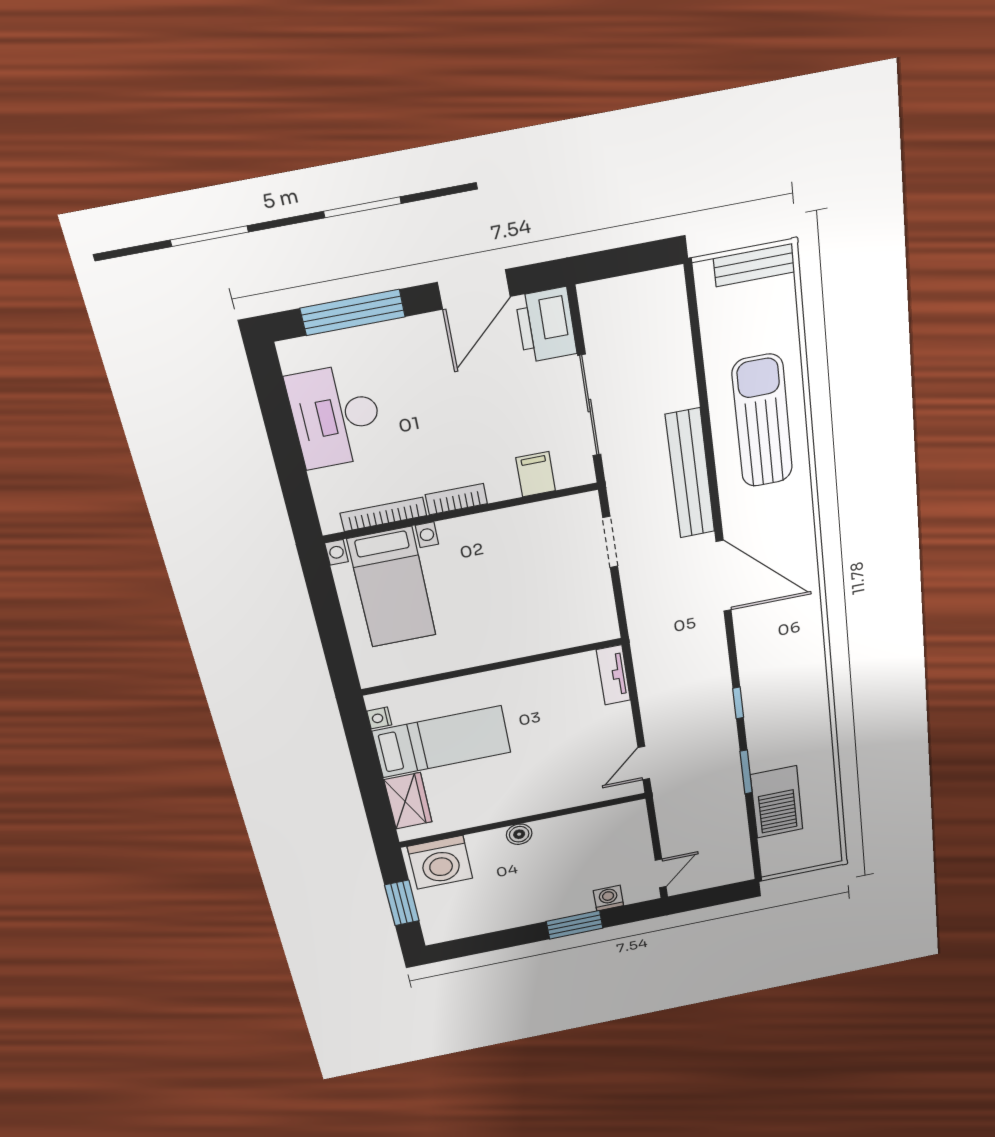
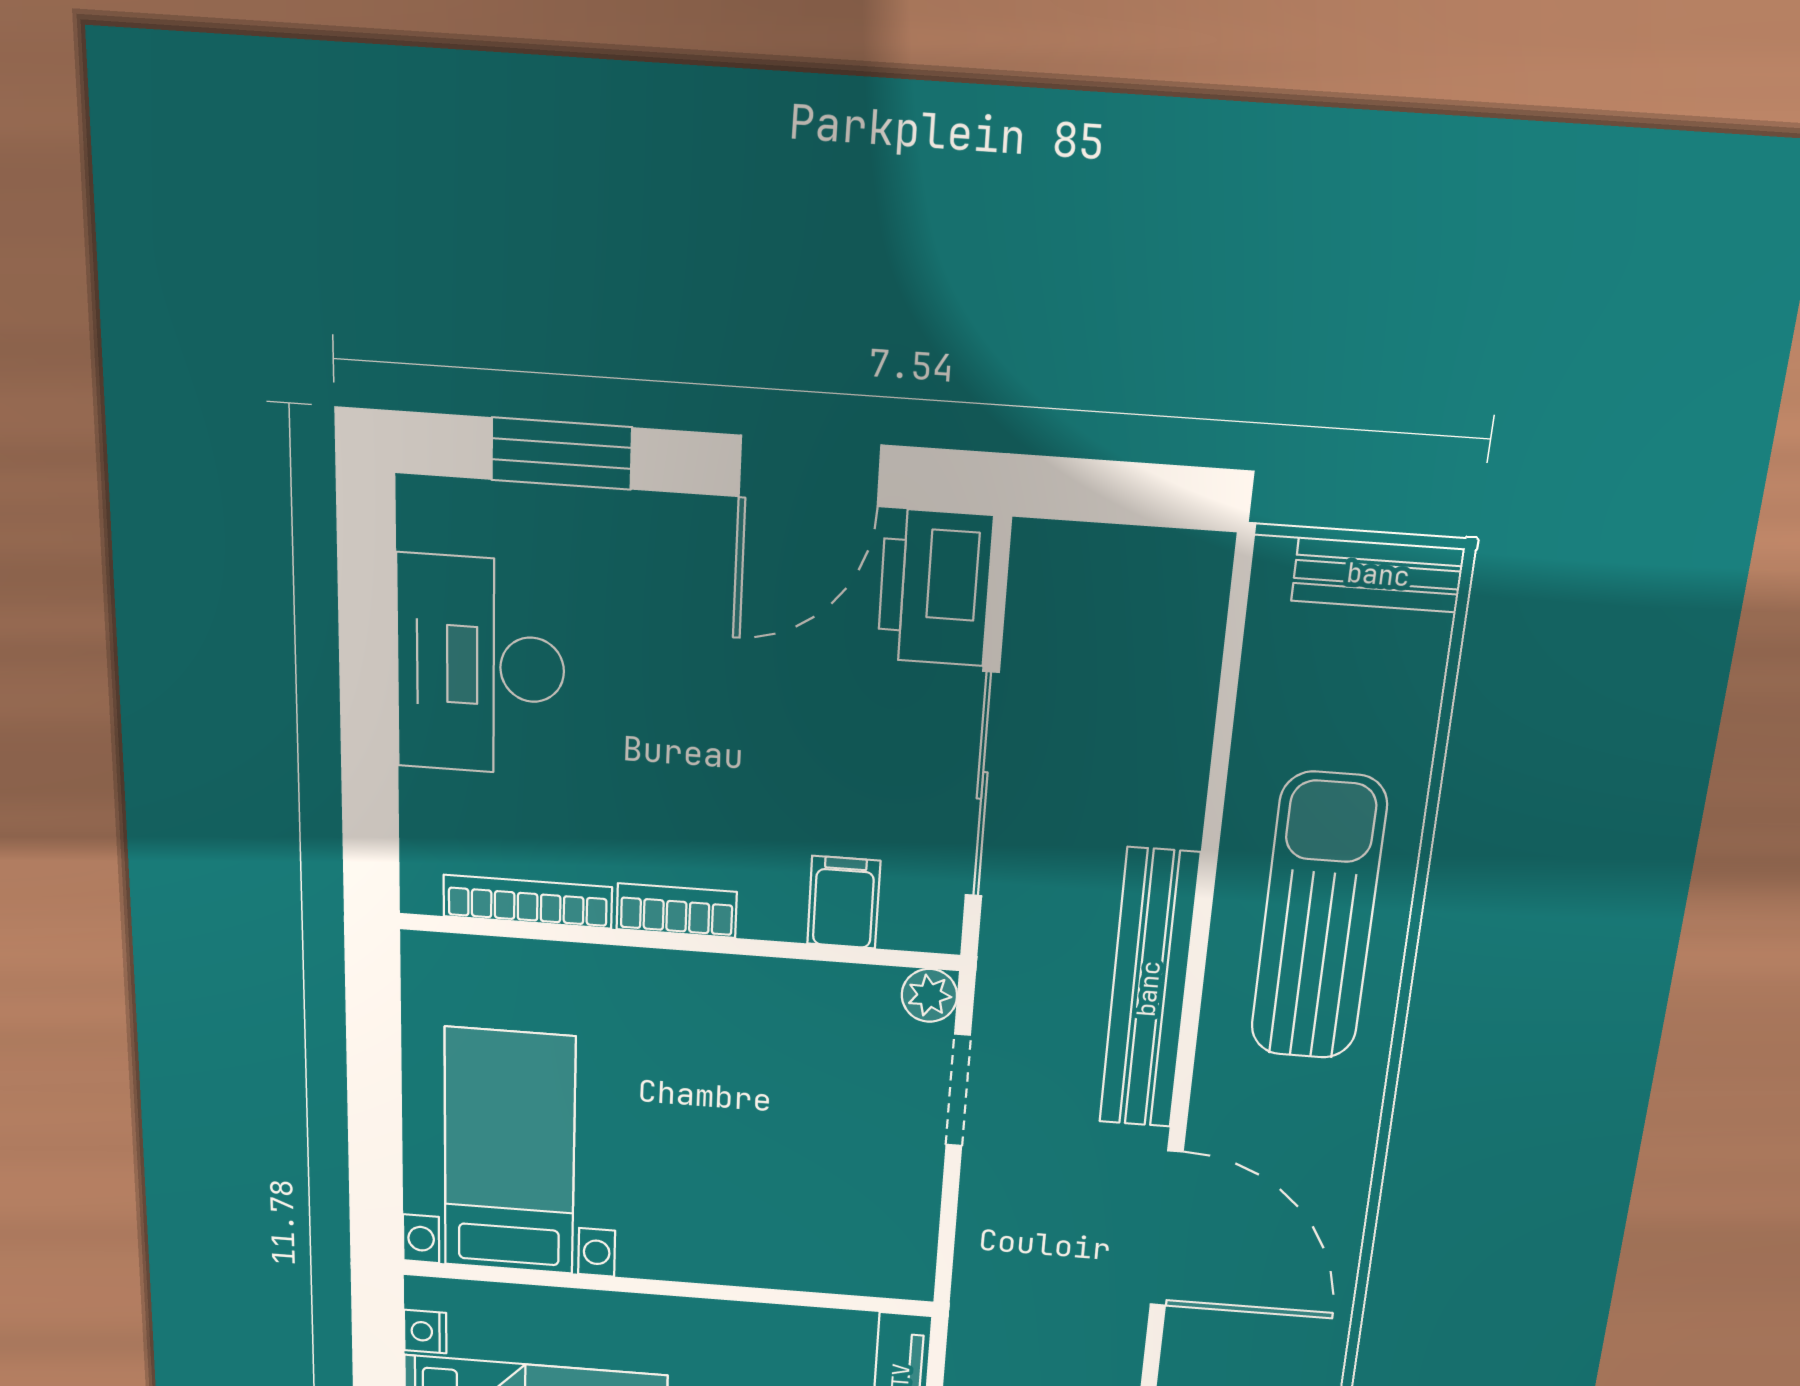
window: (353, 313) -> (561, 454), width x0.69
plant: (586, 504) -> (929, 995), added
bed with nightstands: (392, 587) -> (509, 1152), moved, turned 180

